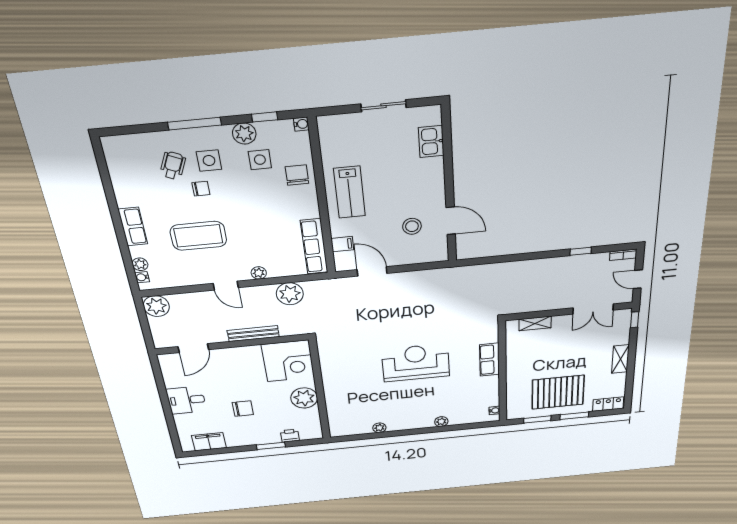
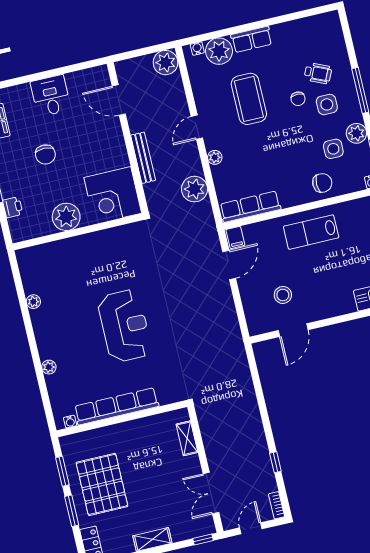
filing cabinet: (342, 244) -> (235, 237), moved
plant: (140, 264) -> (219, 51), width x1.87, depth x1.87
row of seats: (489, 360) -> (116, 406), width x2.02

